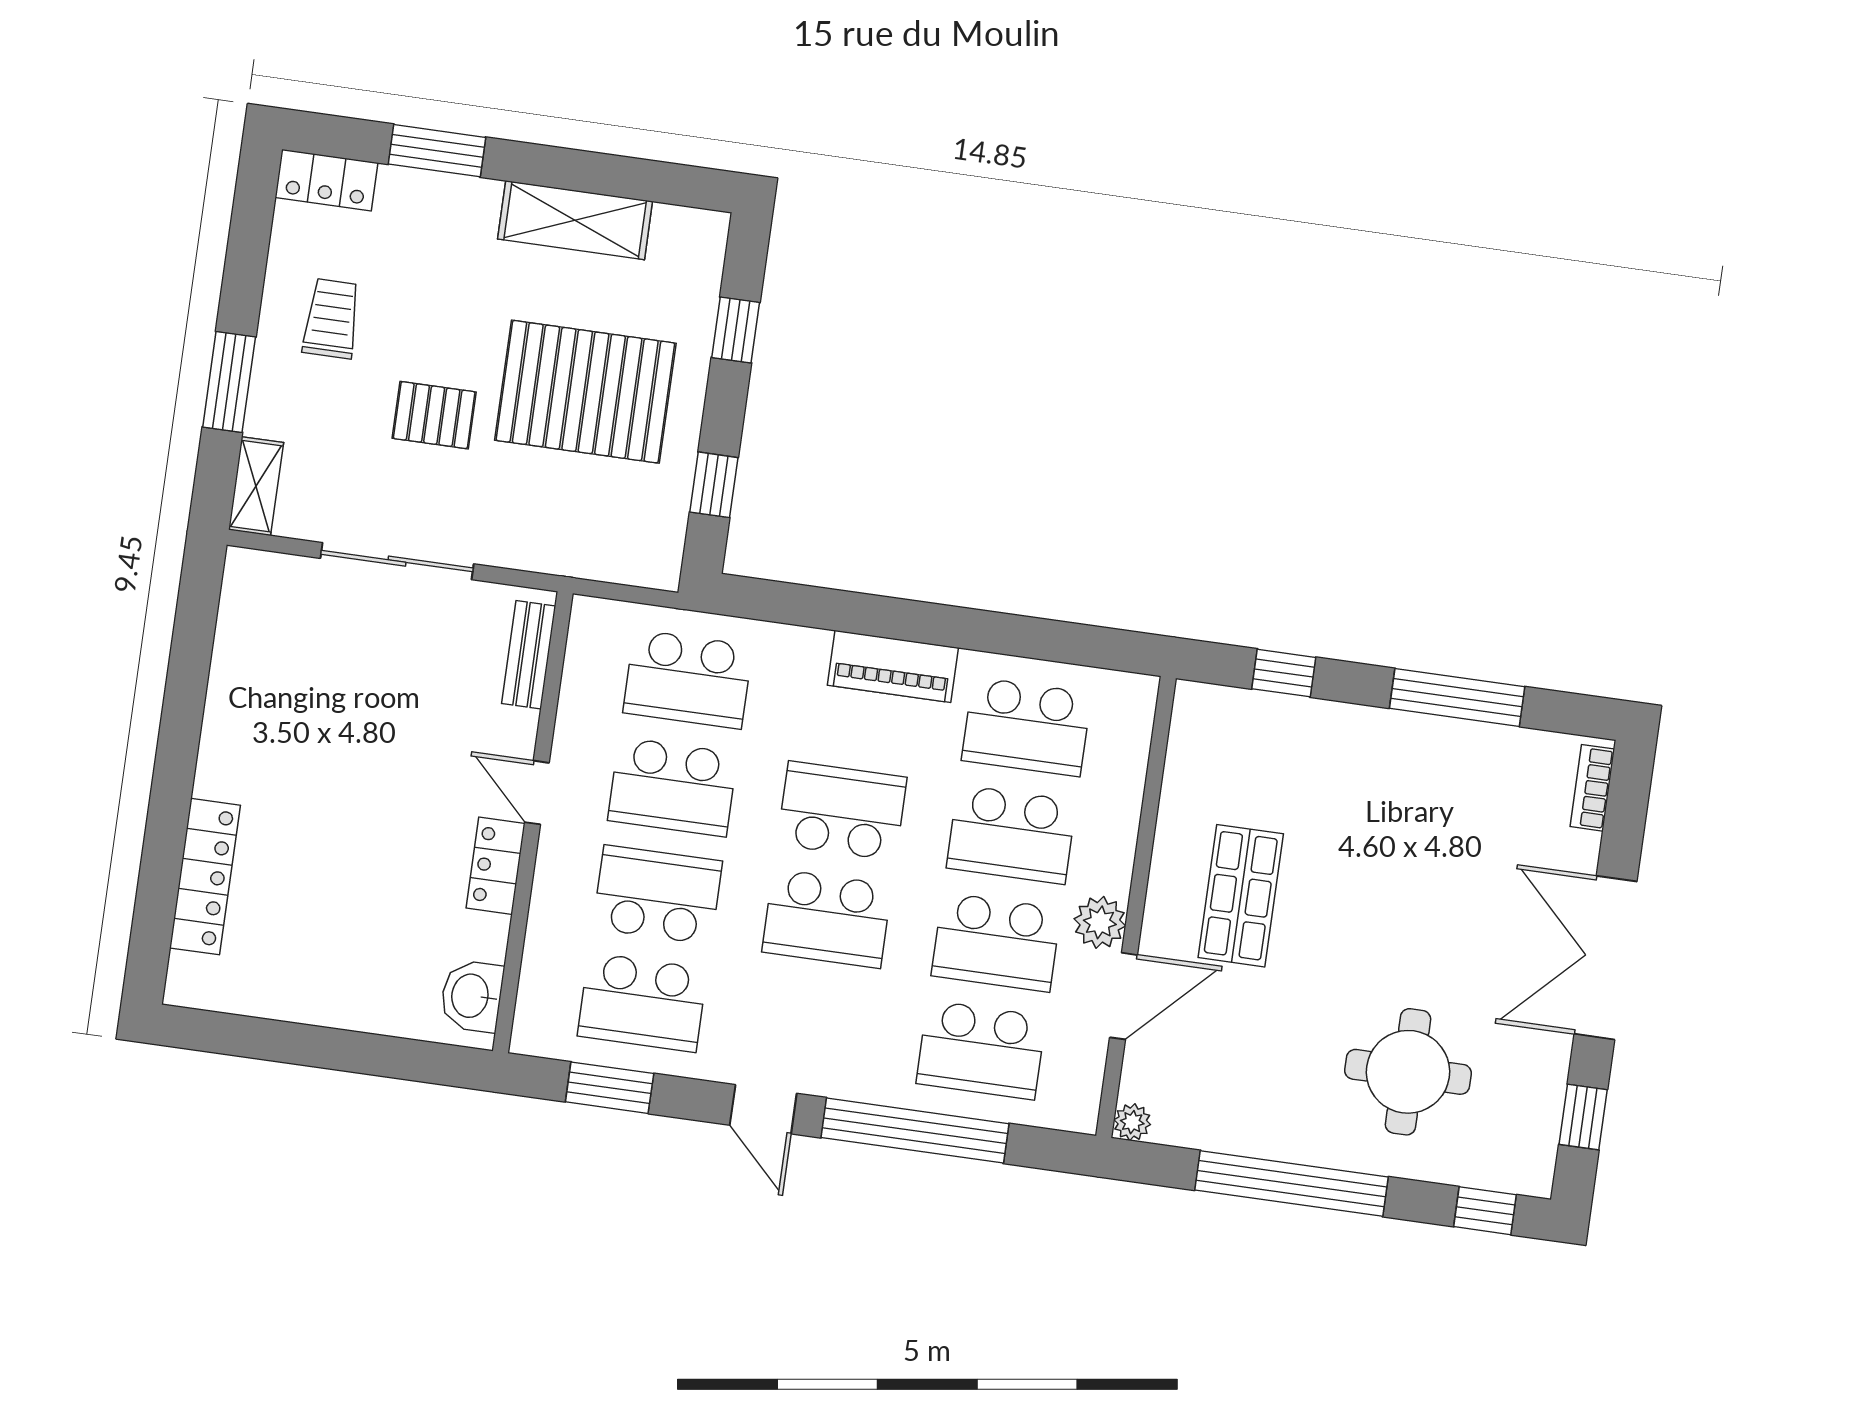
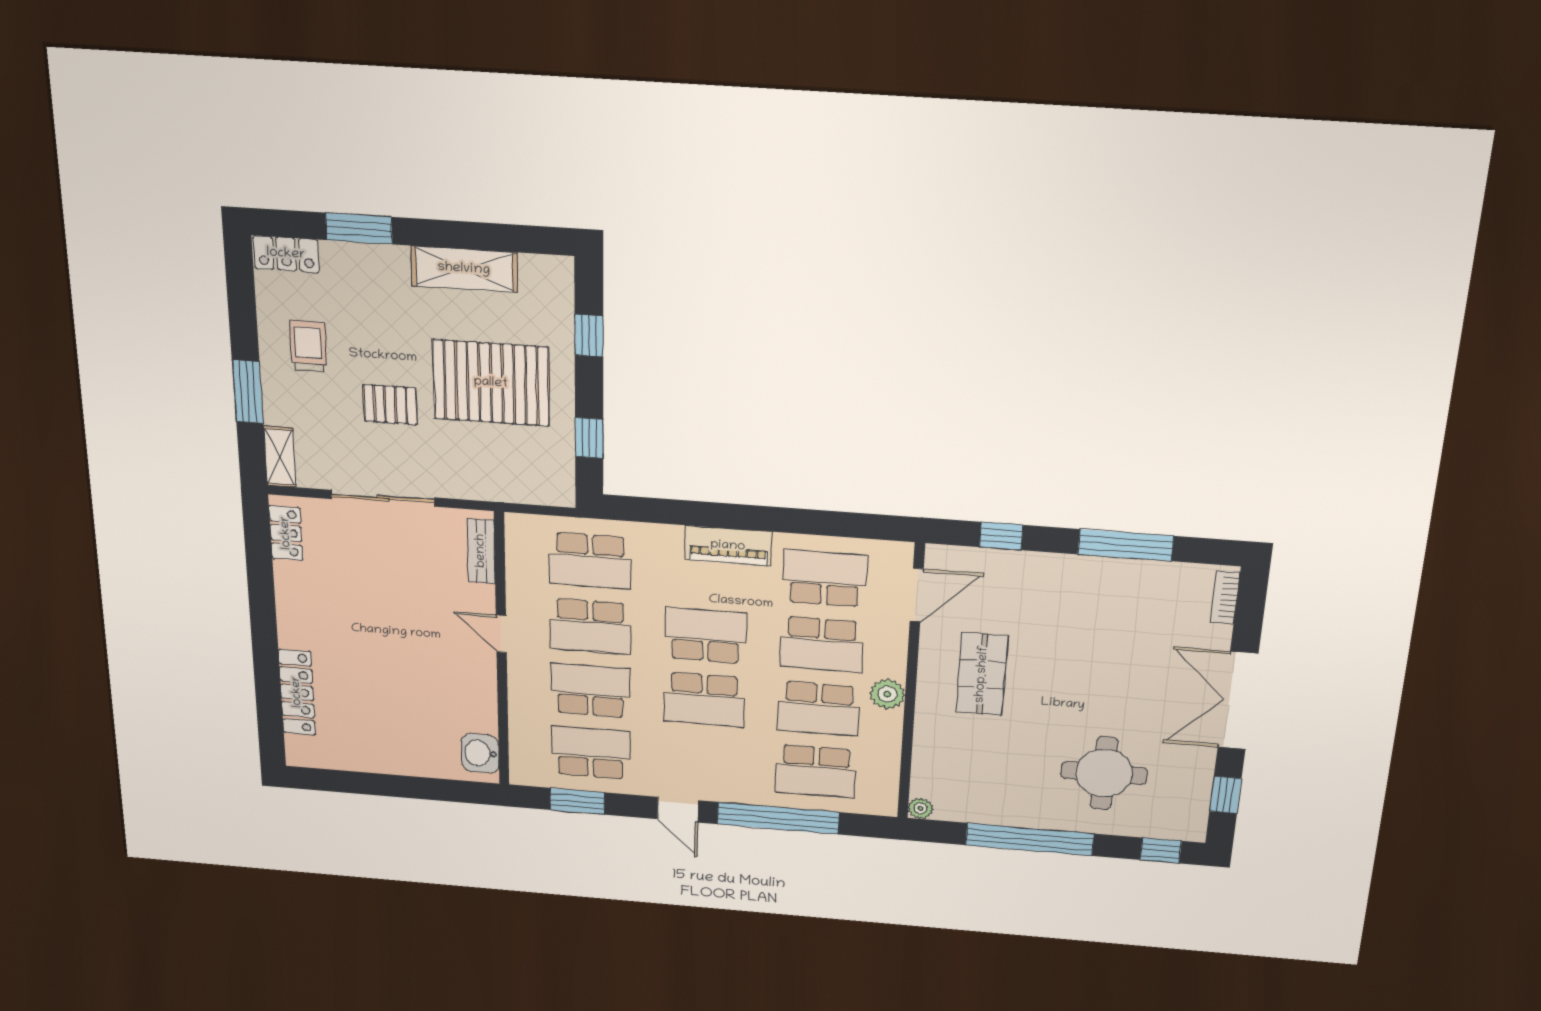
school desk: (1026, 727) -> (825, 578), turned 180
locker: (496, 866) -> (286, 533), moved, turned 180
door: (1124, 996) -> (917, 595), moved
school desk: (642, 1002) -> (591, 753), turned 180

